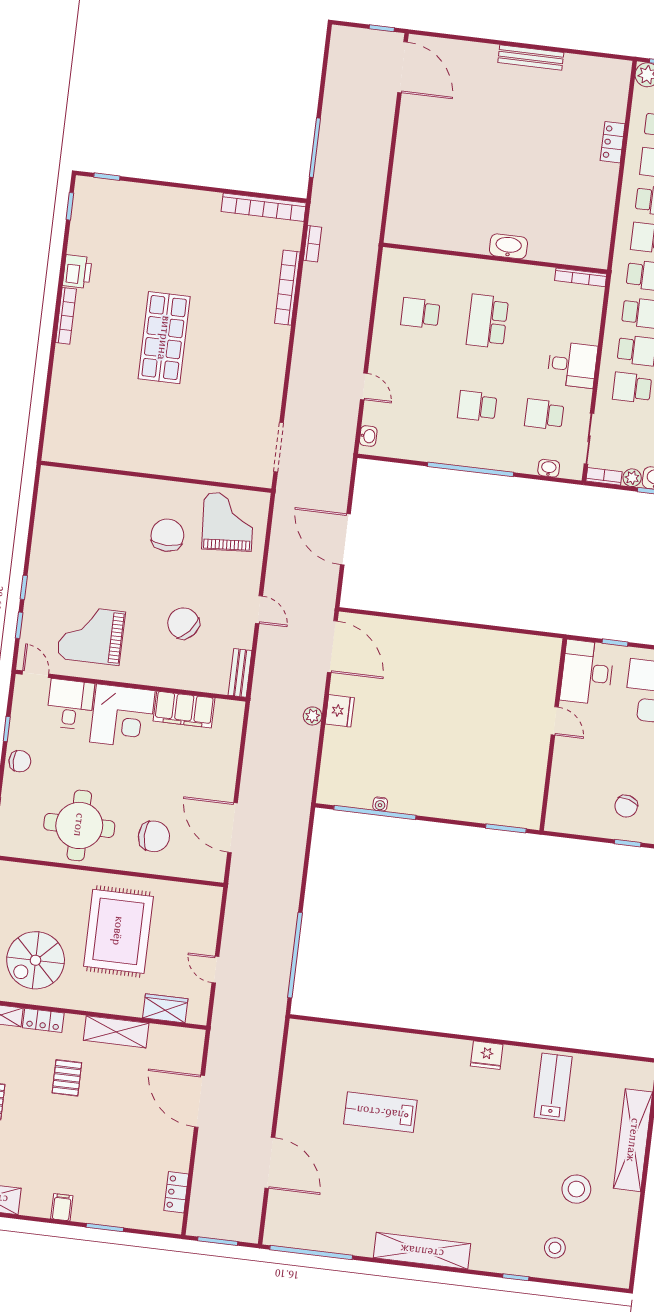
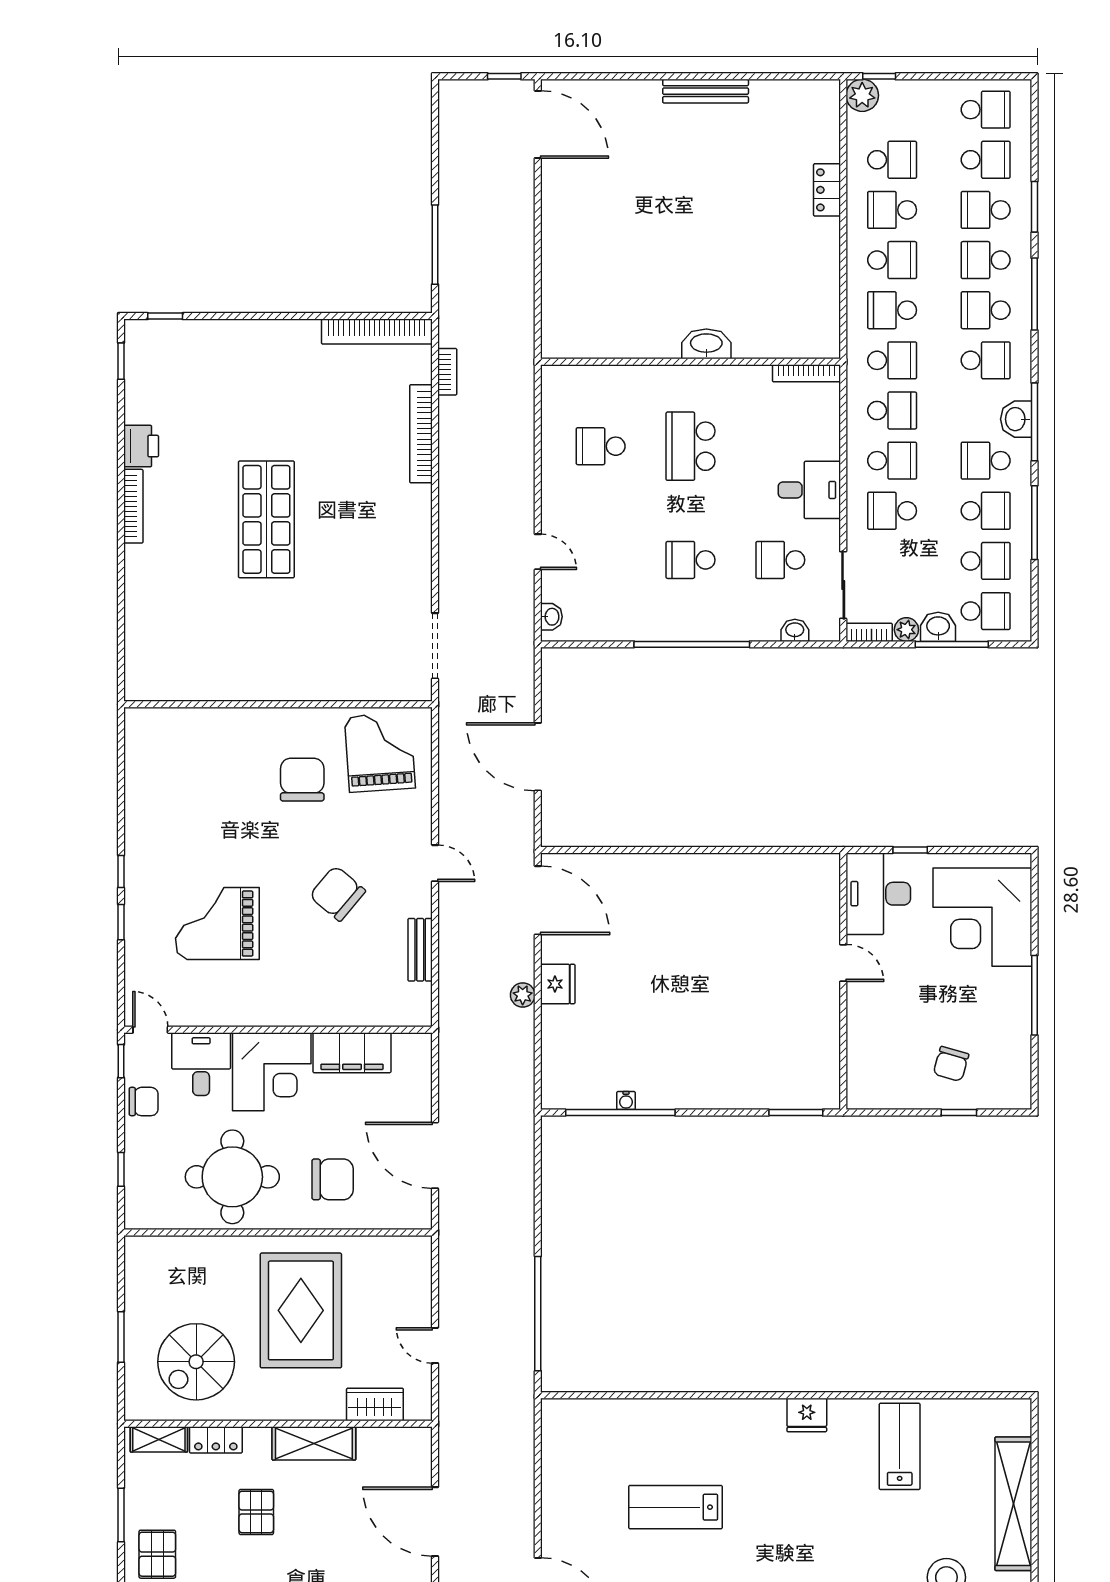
door: (35, 674) -> (150, 1030), moved
wall: (131, 686) -> (278, 1030), moved
desk: (70, 704) -> (201, 1064), moved
filing cabinet: (184, 709) -> (352, 1053), moved
corner desk: (122, 716) -> (272, 1072), moved

